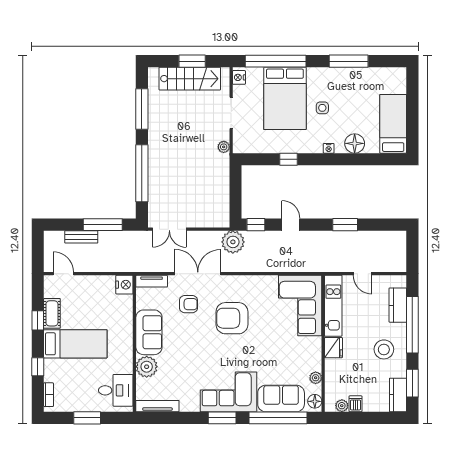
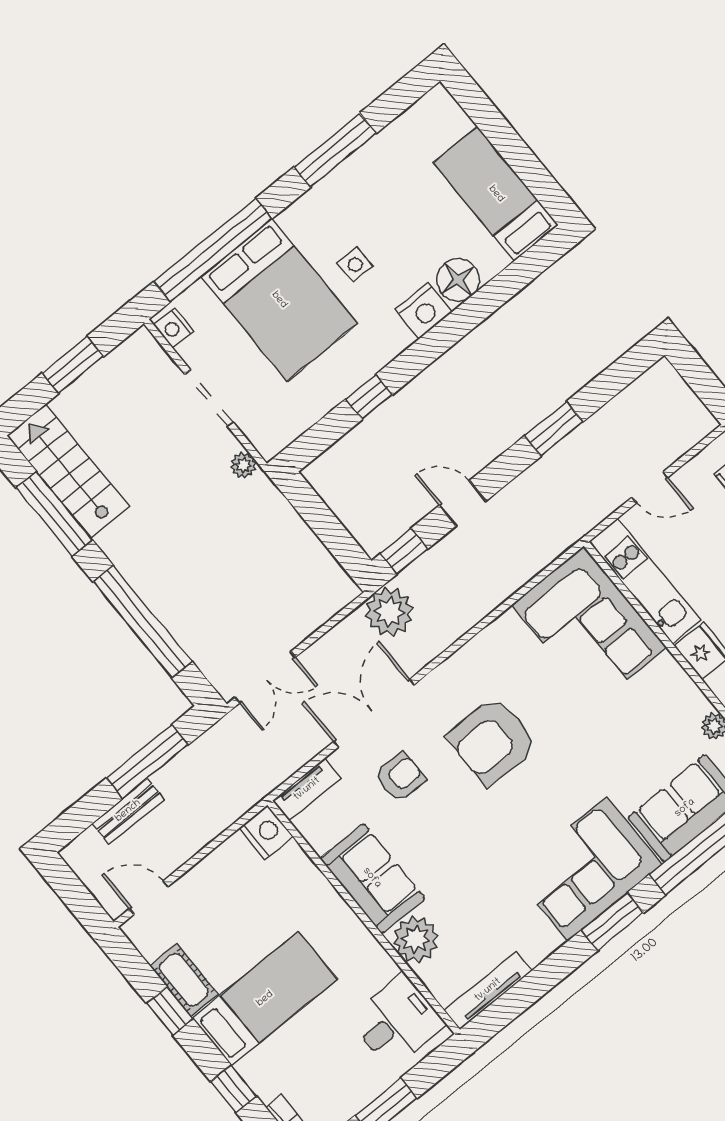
stairs: (190, 79) -> (68, 471), moved, turned -90
nightstand: (329, 148) -> (424, 311), width x1.89, depth x1.79

